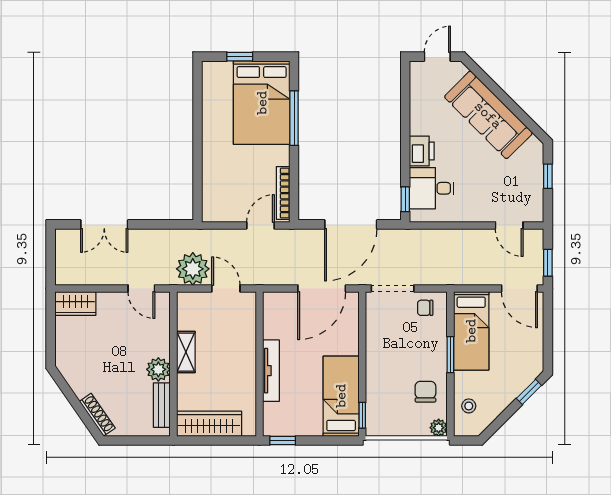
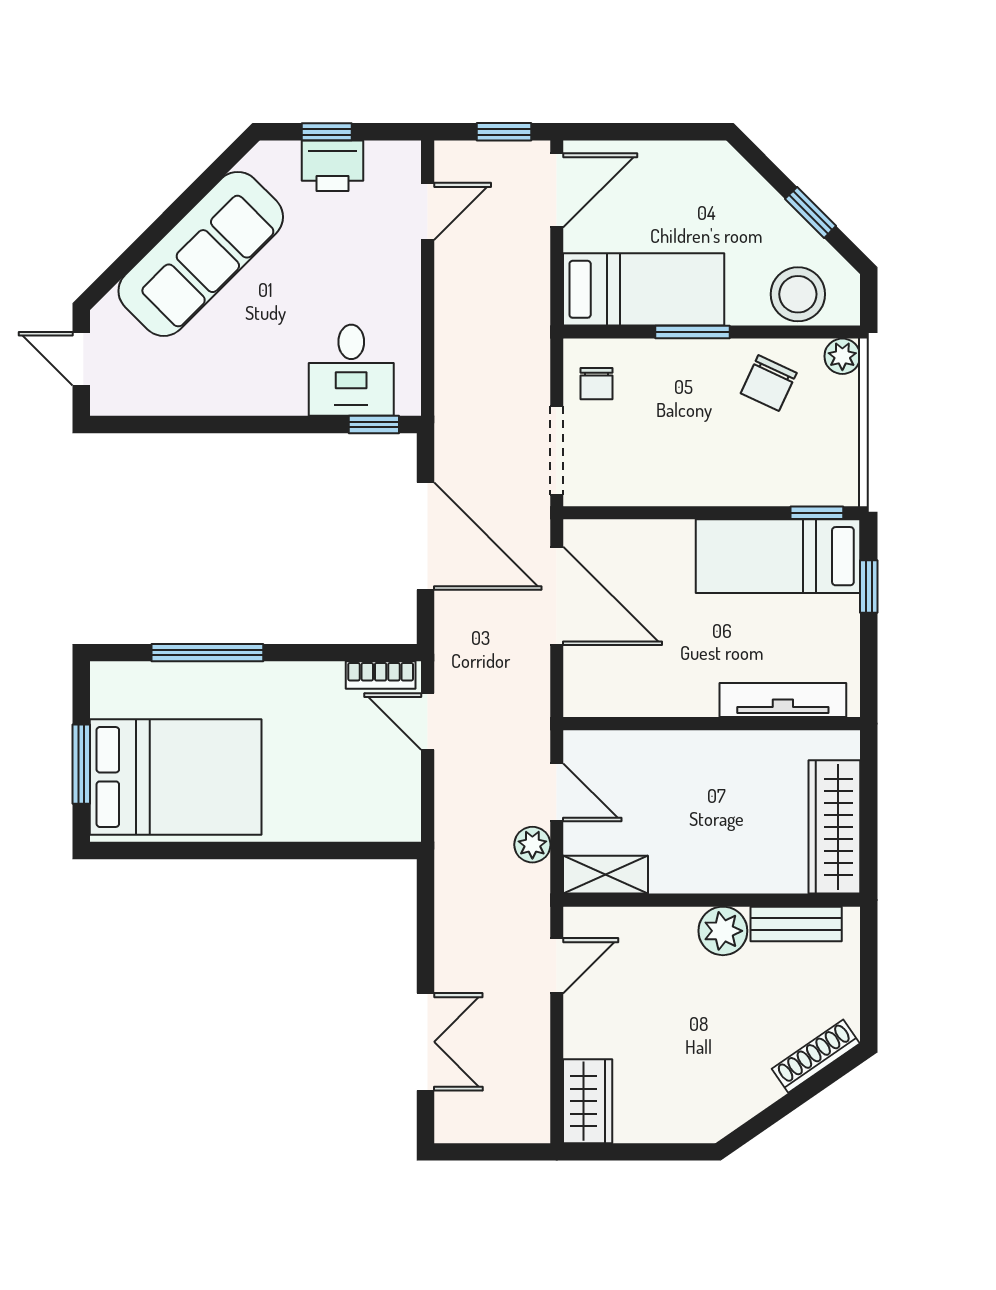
window: (240, 57) -> (81, 764), width x1.50
bed: (262, 103) -> (176, 777), moved
printer: (422, 151) -> (332, 166), moved, turned 180
bookcase: (283, 193) -> (381, 675), width x0.64
plant: (193, 269) -> (532, 845), width x0.53, depth x0.53
door: (226, 288) -> (557, 792), swing flipped
shelving: (186, 352) -> (606, 875), moved
tv unit: (271, 371) -> (783, 700), moved
chair: (425, 392) -> (769, 383), turned -65
window: (529, 392) -> (811, 212), moved
stool: (469, 406) -> (798, 294), width x1.89, depth x1.89
window: (283, 441) -> (869, 587), moved

